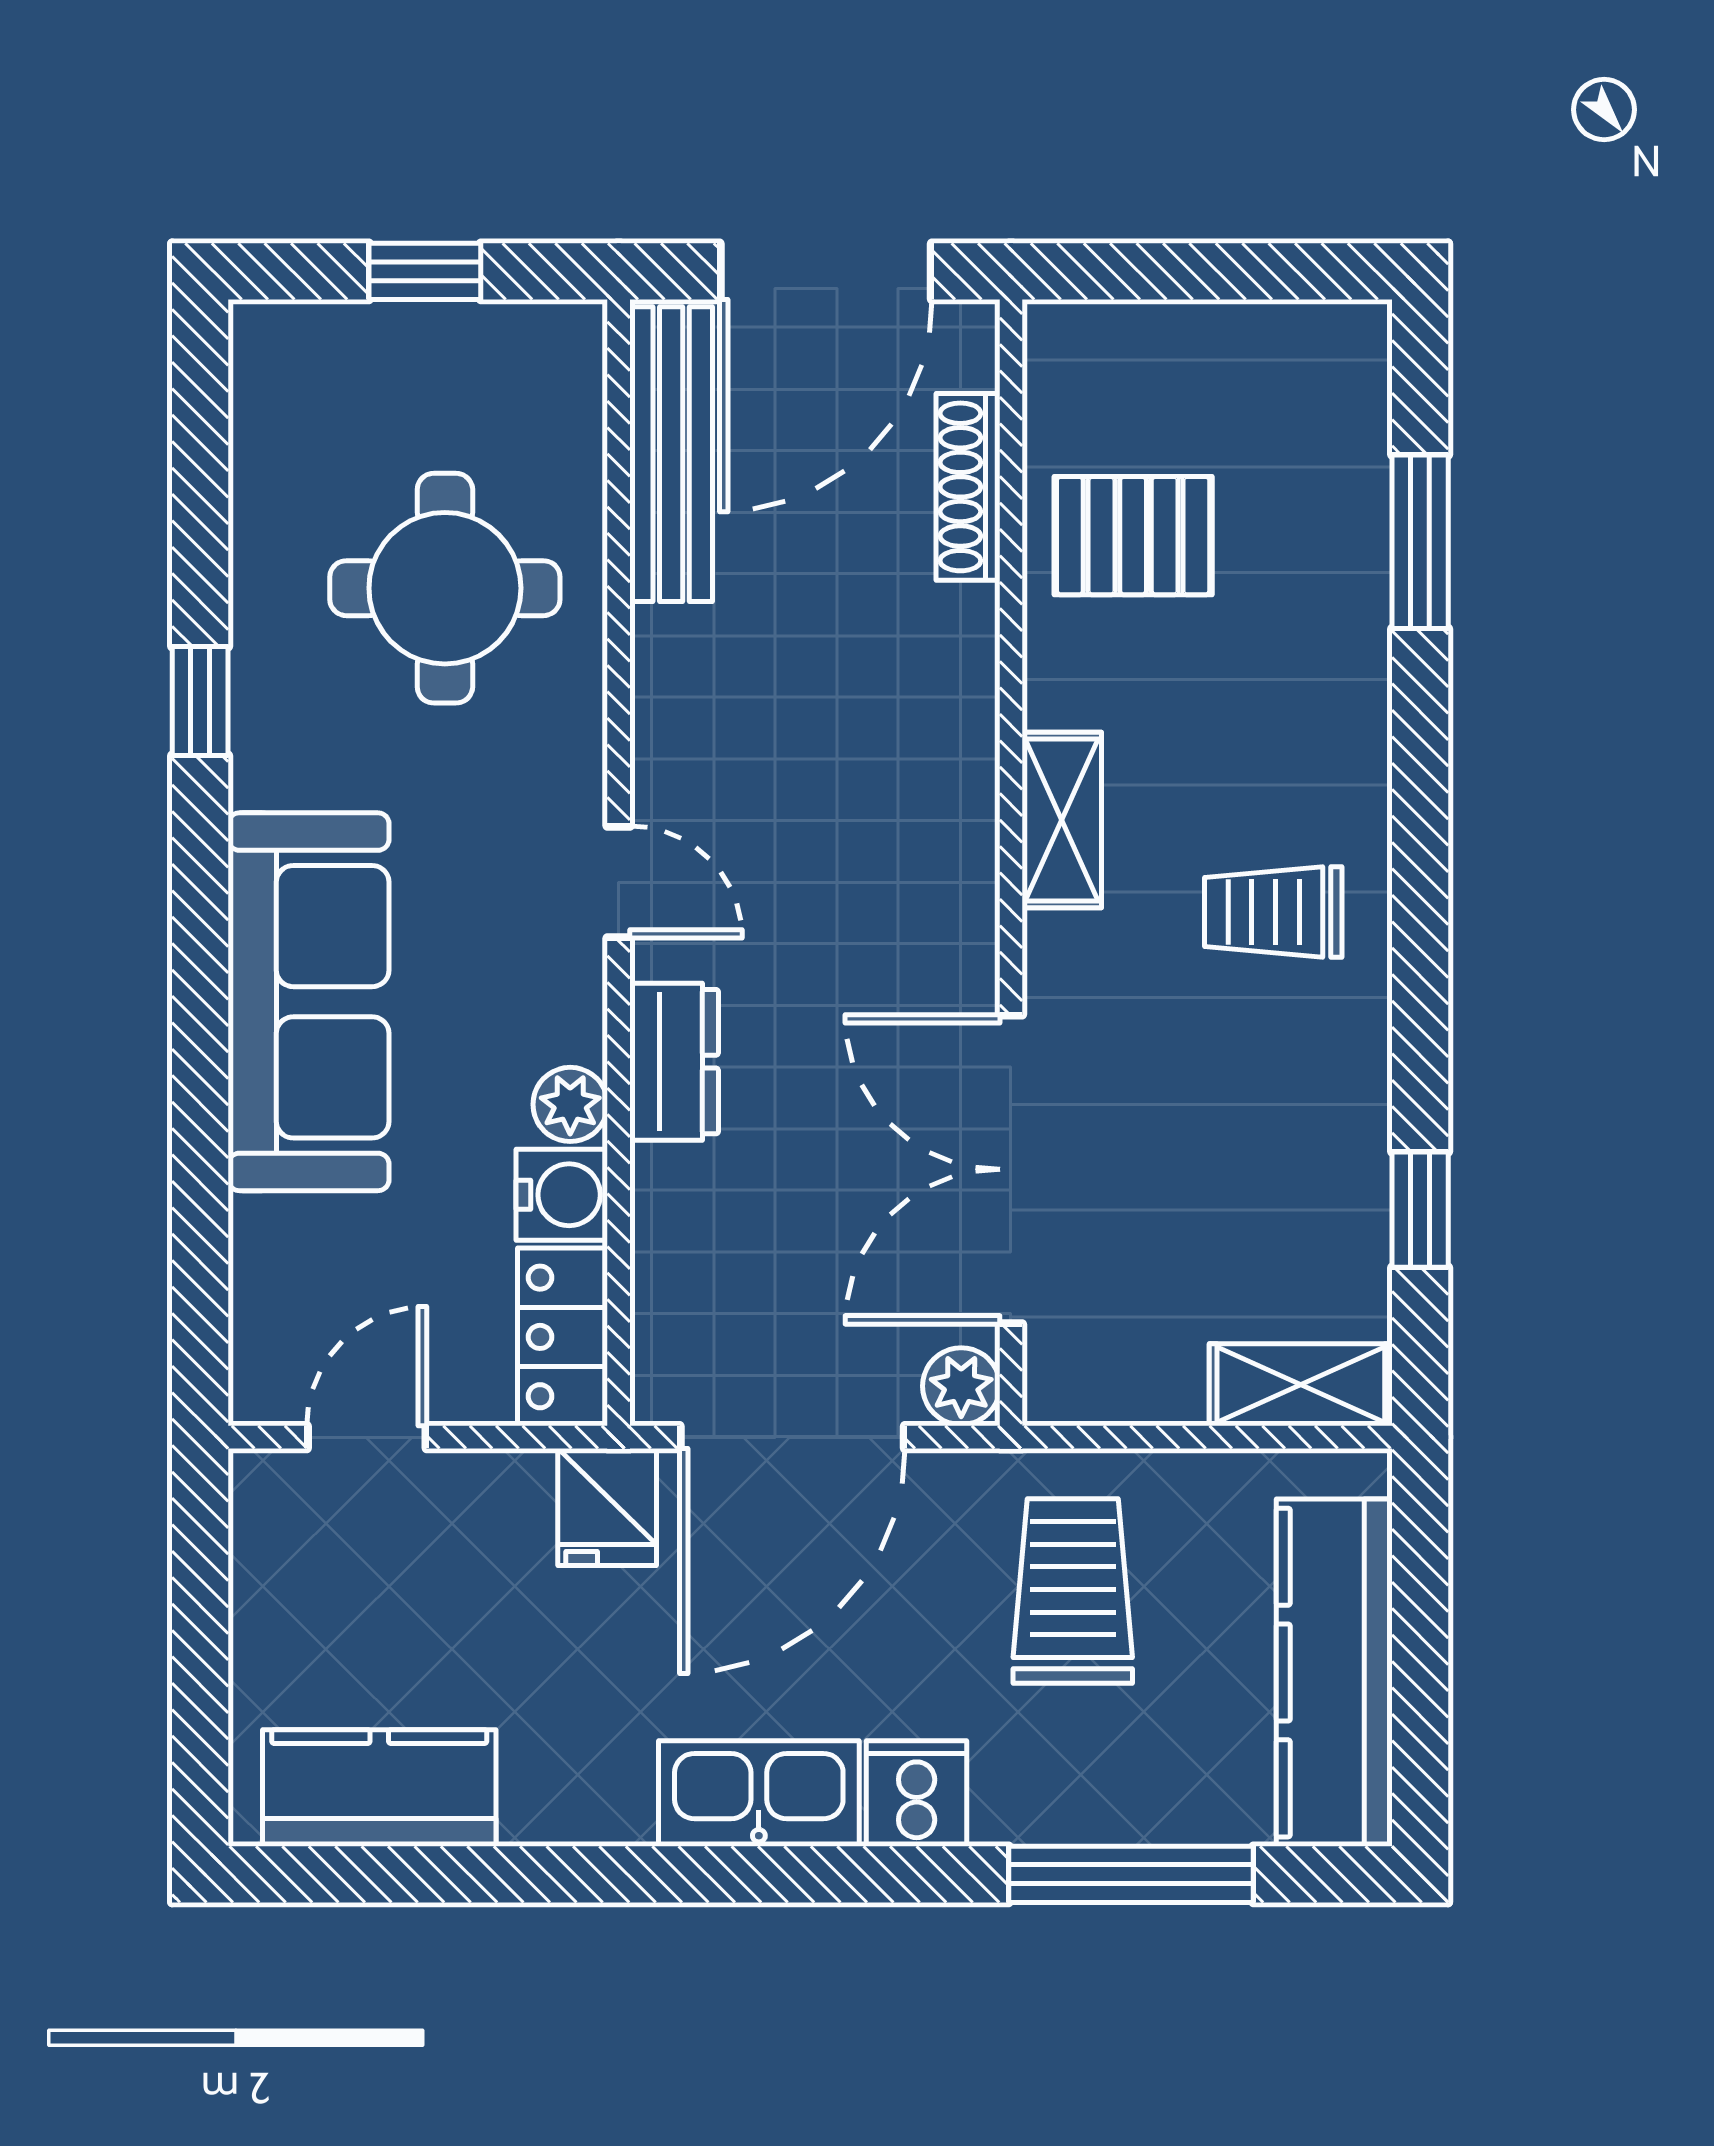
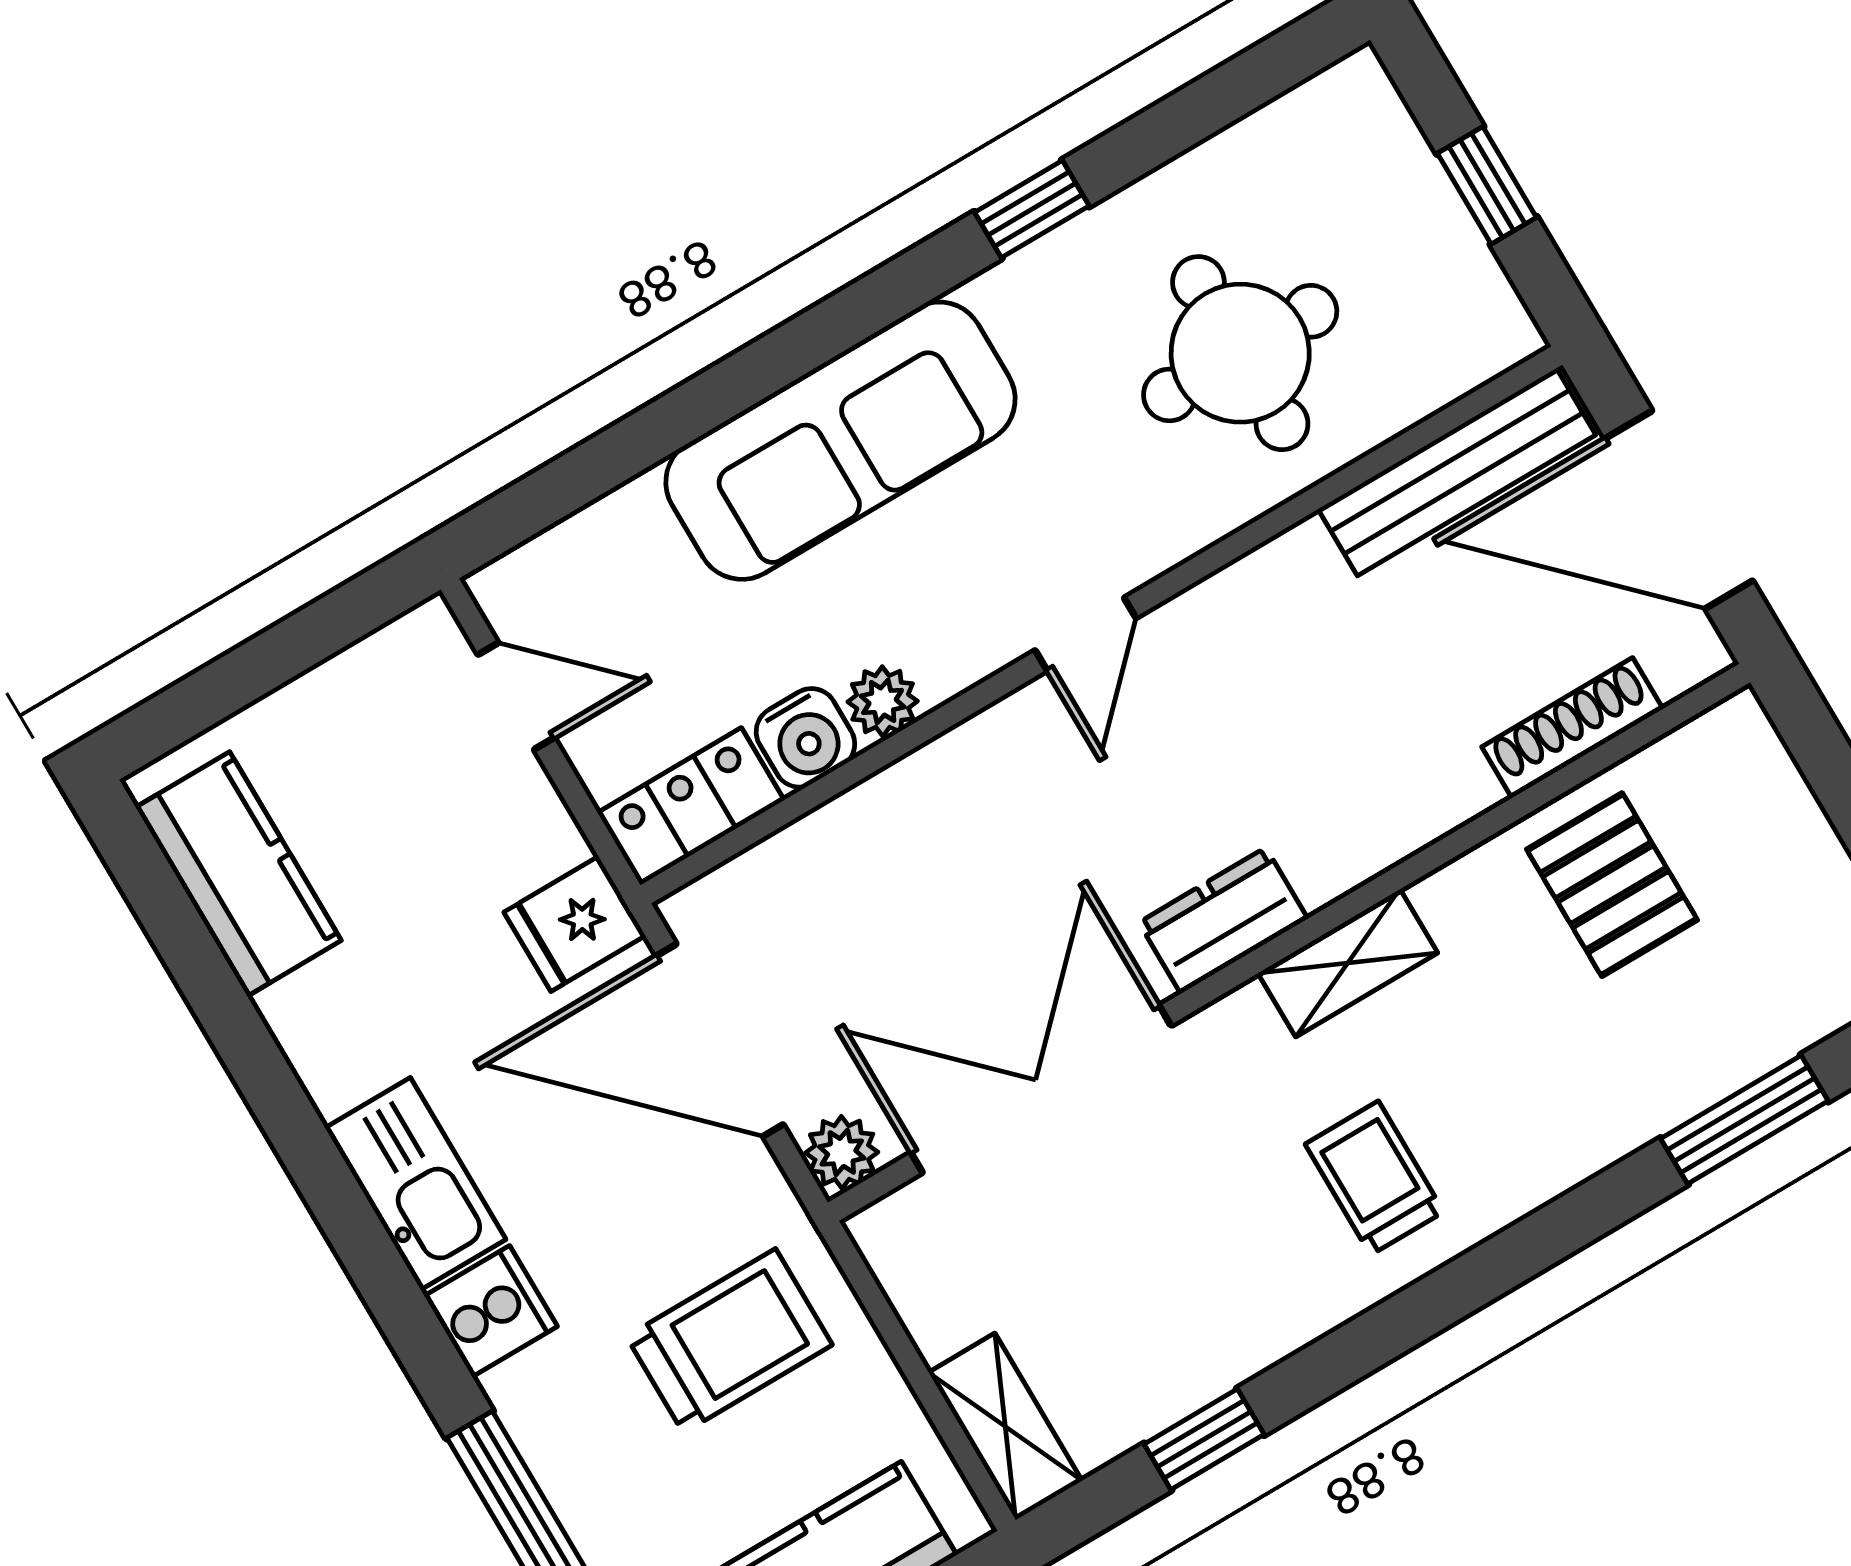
dresser: (674, 1062) -> (1223, 921), moved, turned 180

